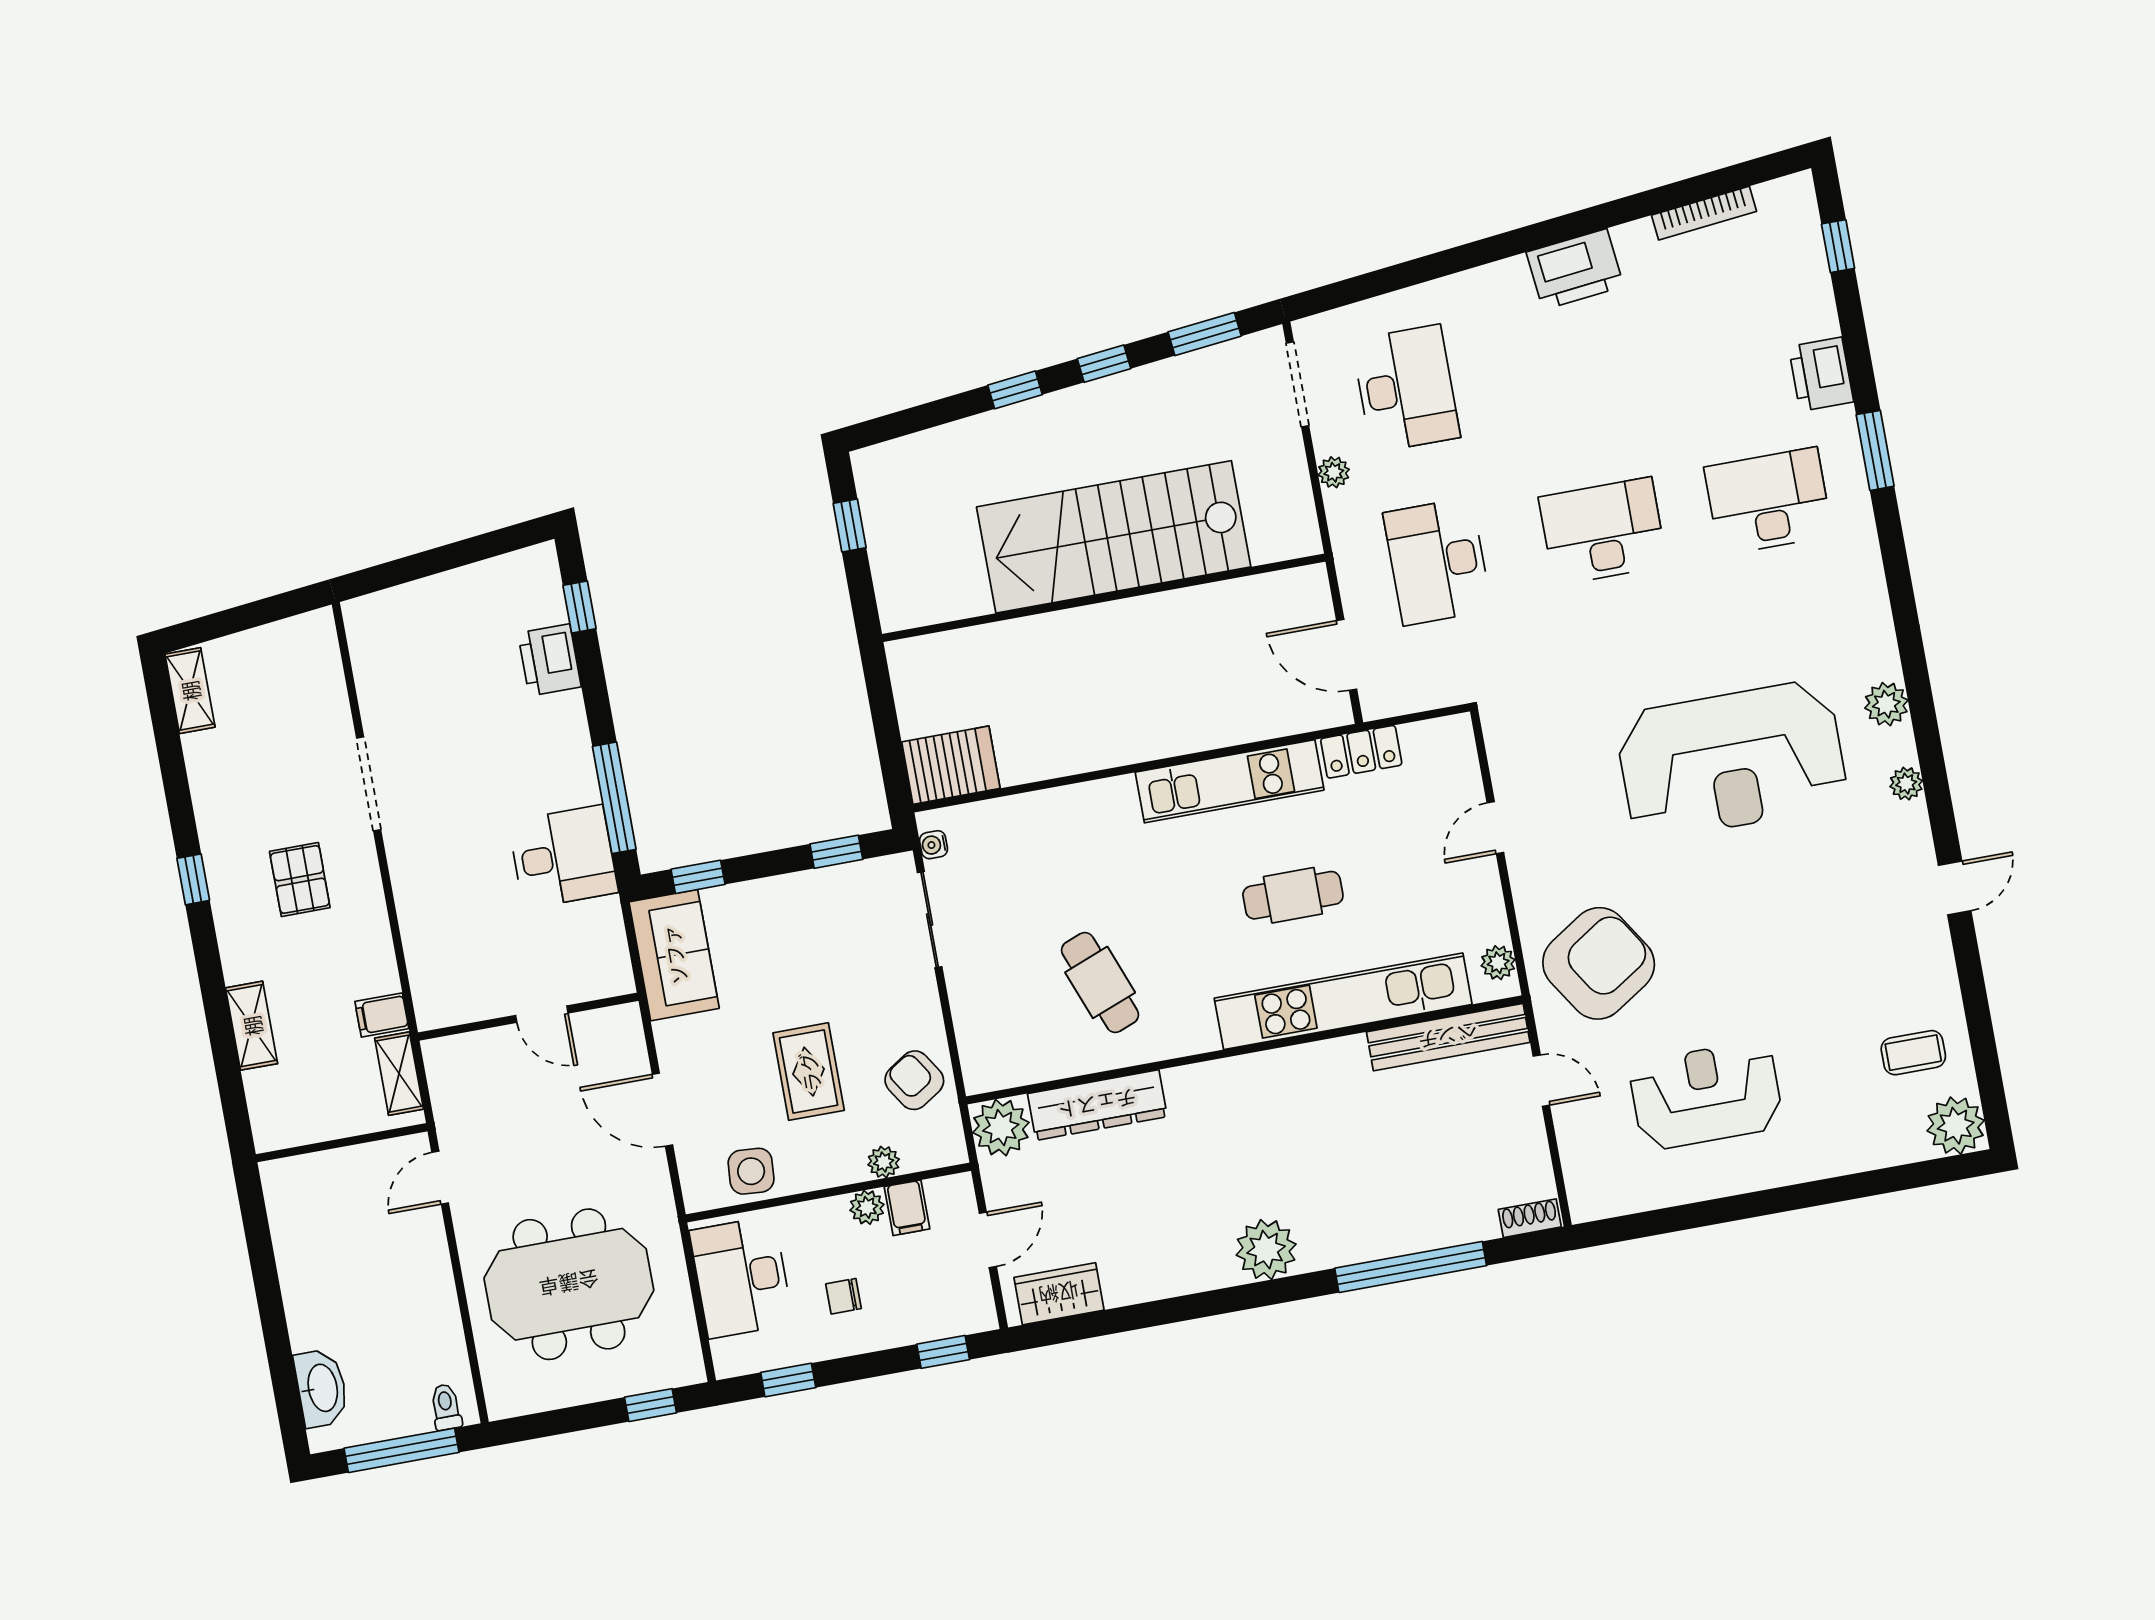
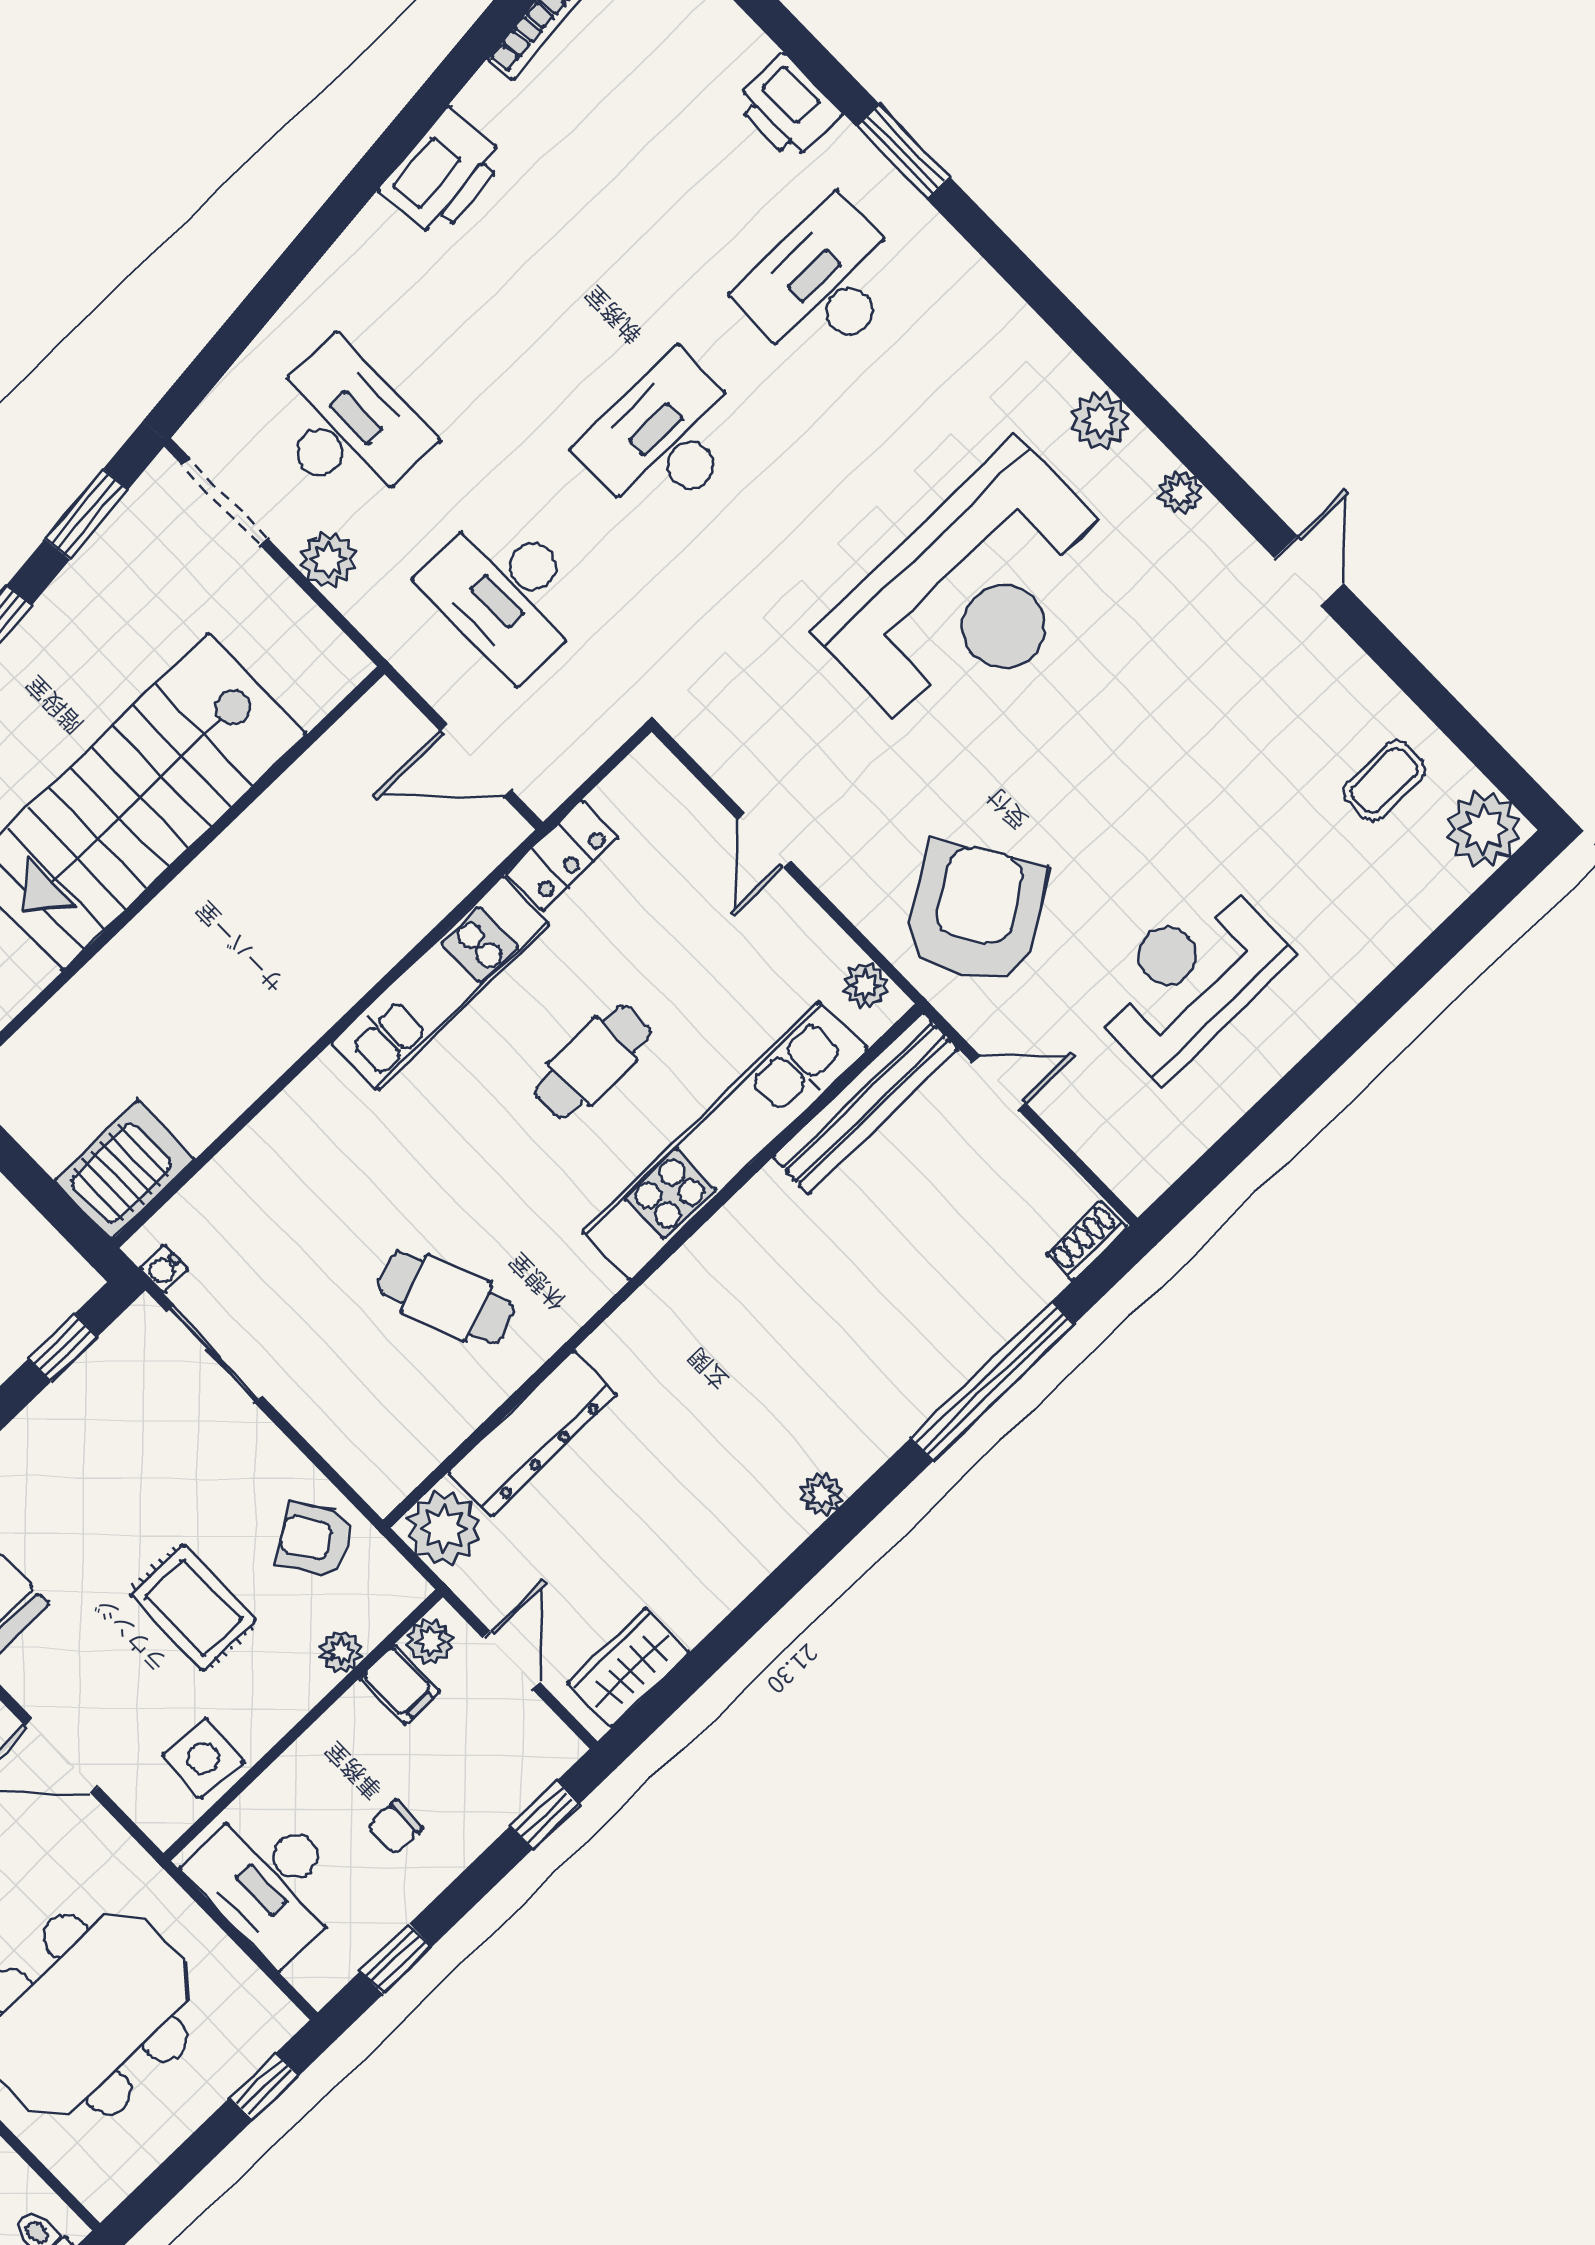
plant: (1334, 472) -> (328, 560), width x1.38, depth x1.38
plant: (867, 1207) -> (430, 1641), moved
plant: (1266, 1250) -> (822, 1494), width x0.53, depth x0.53

